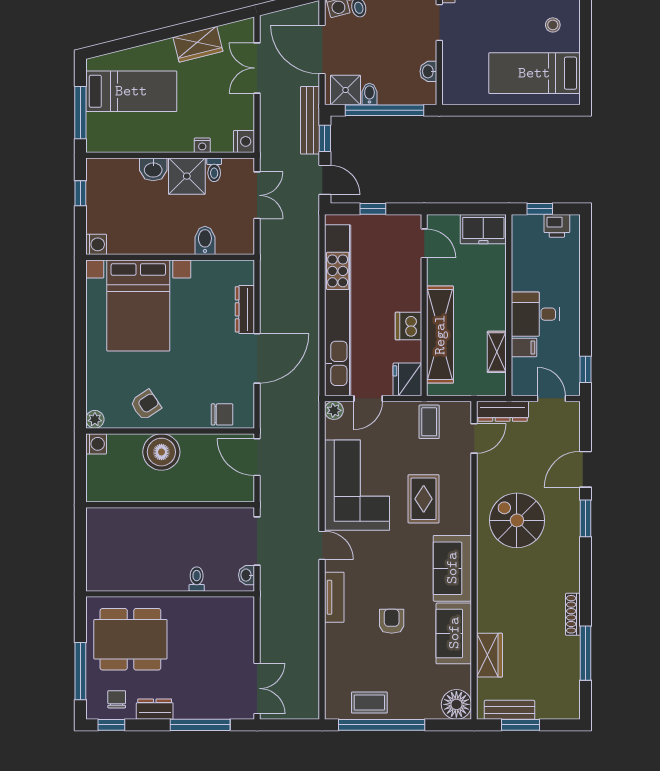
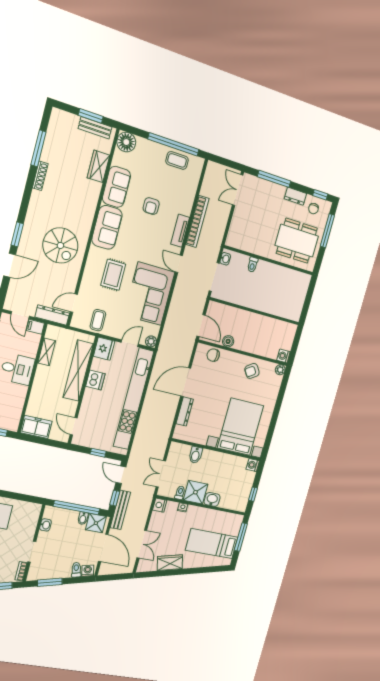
filing cabinet: (524, 347) -> (35, 327), moved
boiler: (161, 452) -> (228, 341), moved, width x0.54, depth x0.54
bookcase: (310, 620) -> (197, 221), added

